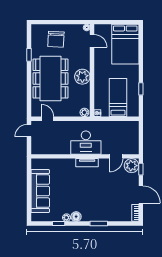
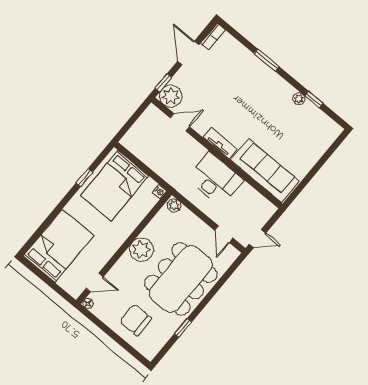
chair: (56, 39) -> (136, 320), turned -93
door: (92, 41) -> (95, 283), swing flipped
bed: (118, 98) -> (115, 186), width x1.50
desk: (86, 143) -> (215, 179), moved
sofa: (40, 191) -> (265, 171), moved, turned 90
floor lamp: (76, 217) -> (286, 91), removed

